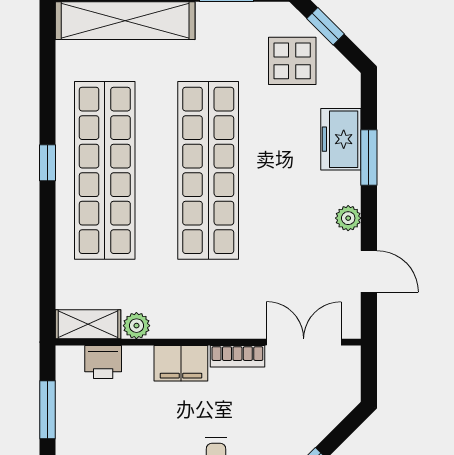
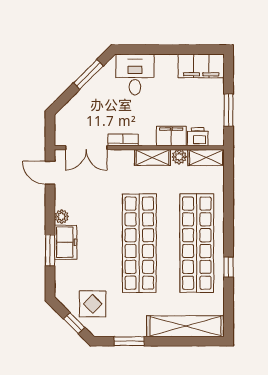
freezer: (341, 139) -> (66, 242), moved
window: (48, 163) -> (229, 267), moved
door: (369, 271) -> (50, 173), moved
shelving: (185, 324) -> (152, 157), added
filing cabinet: (181, 363) -> (171, 136), moved

